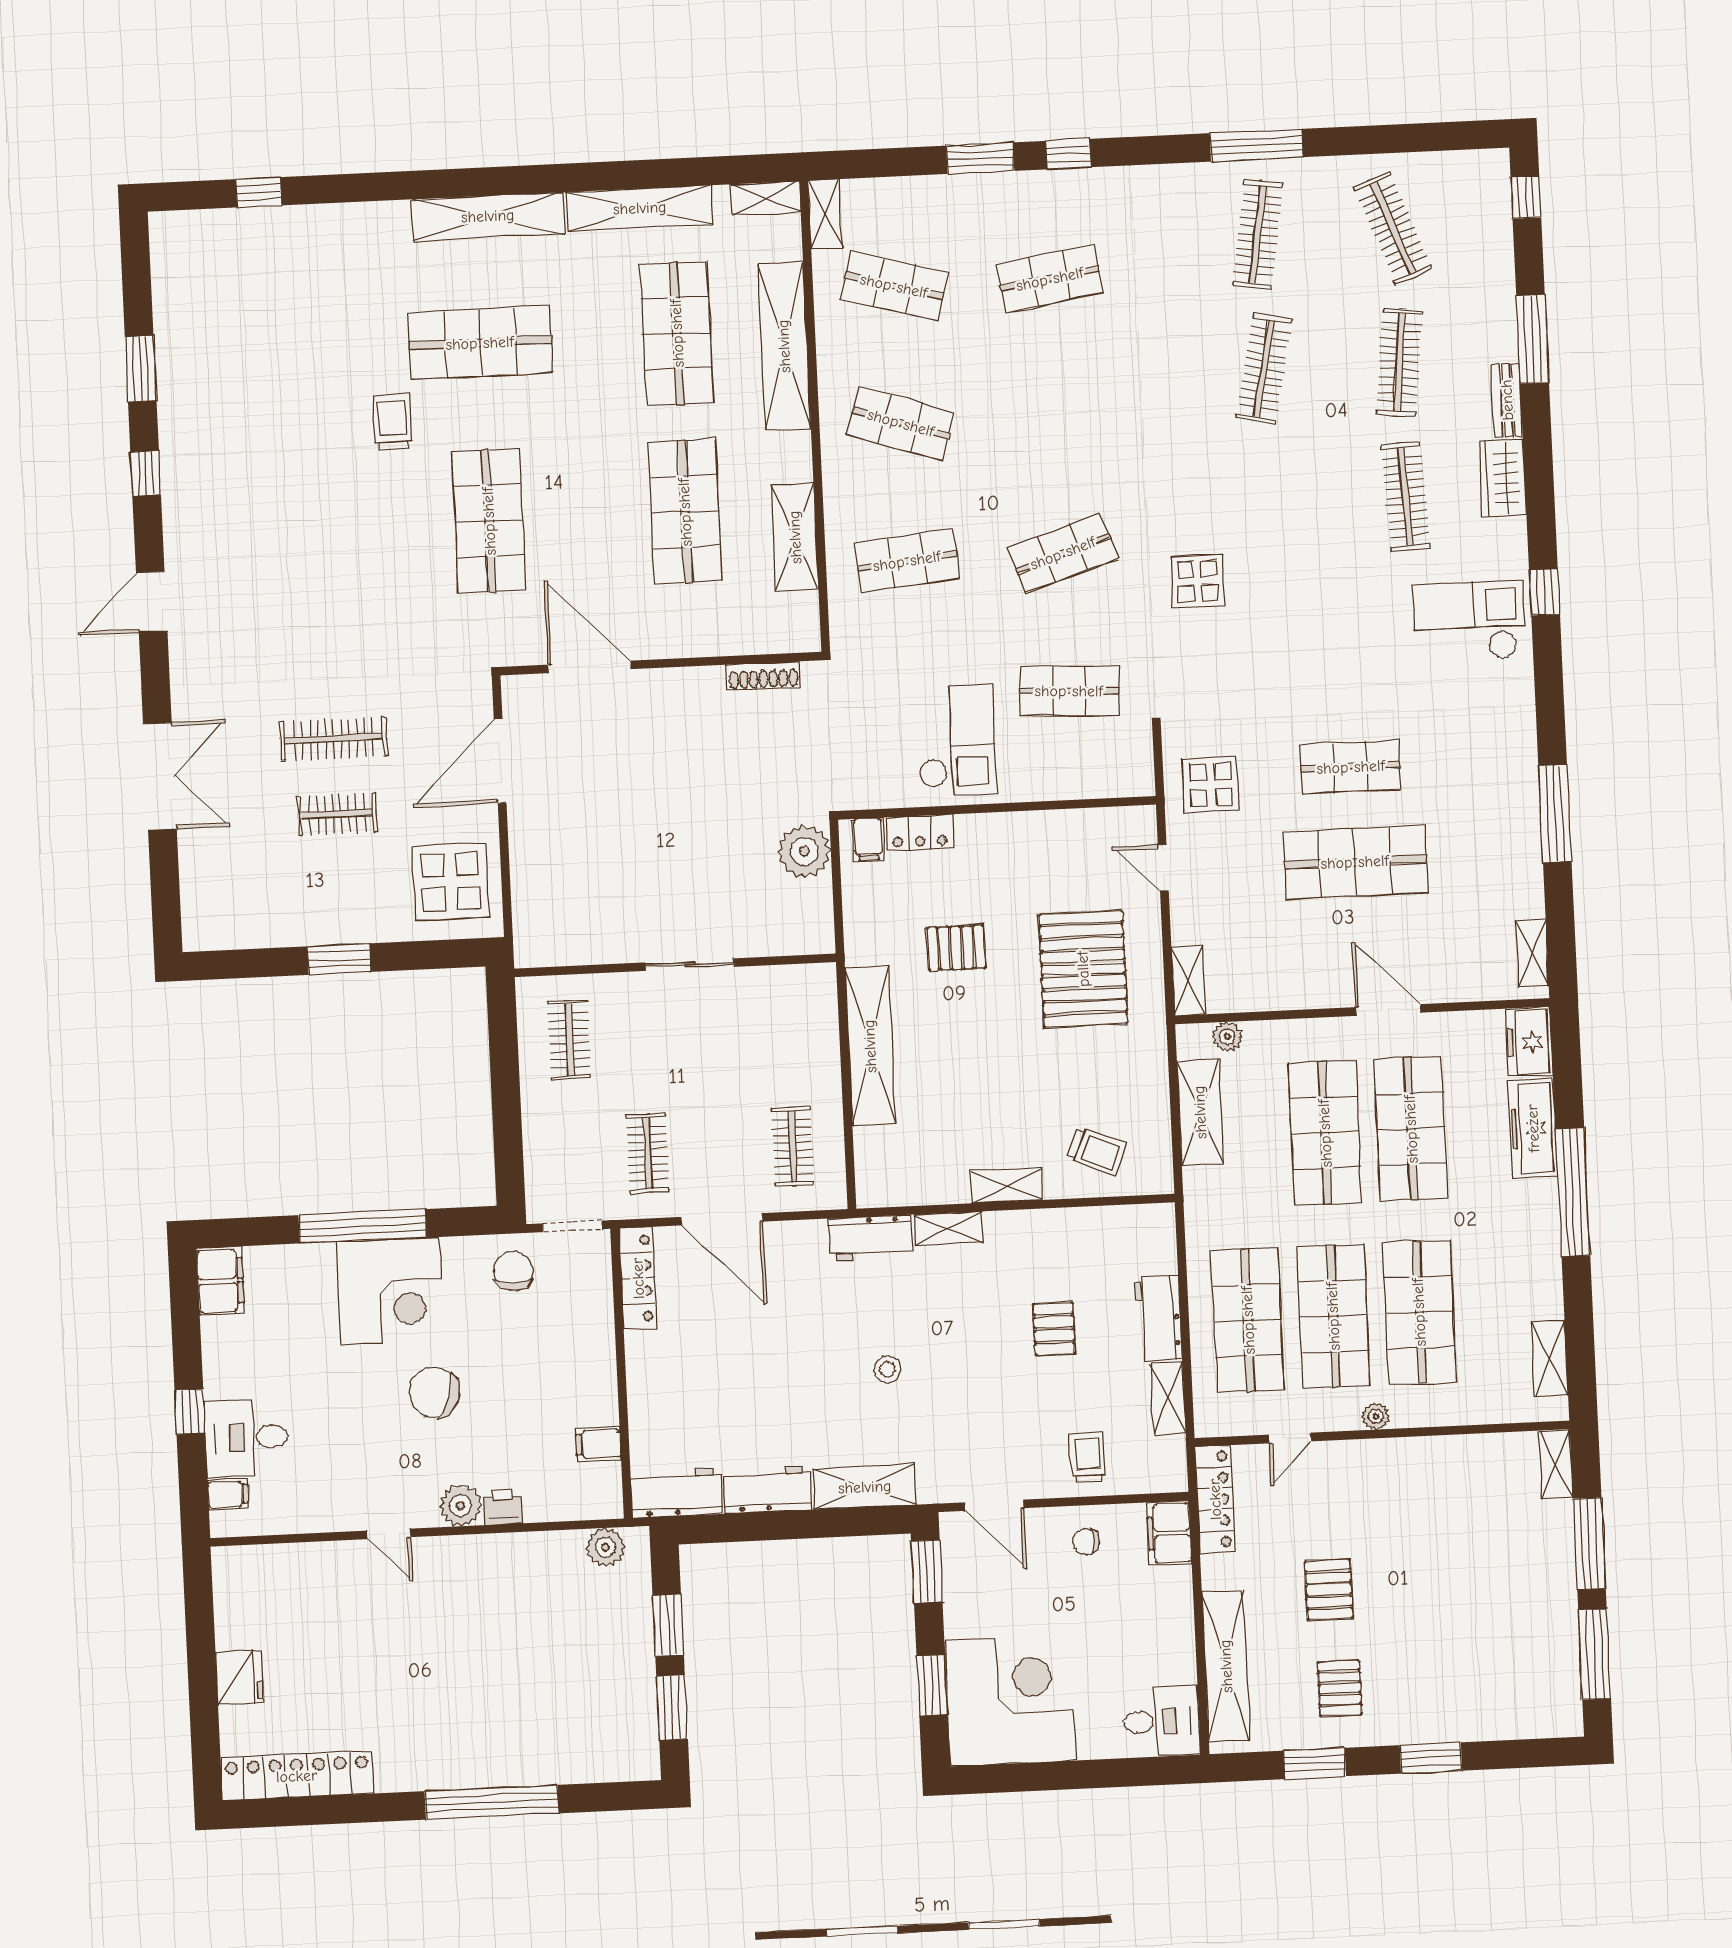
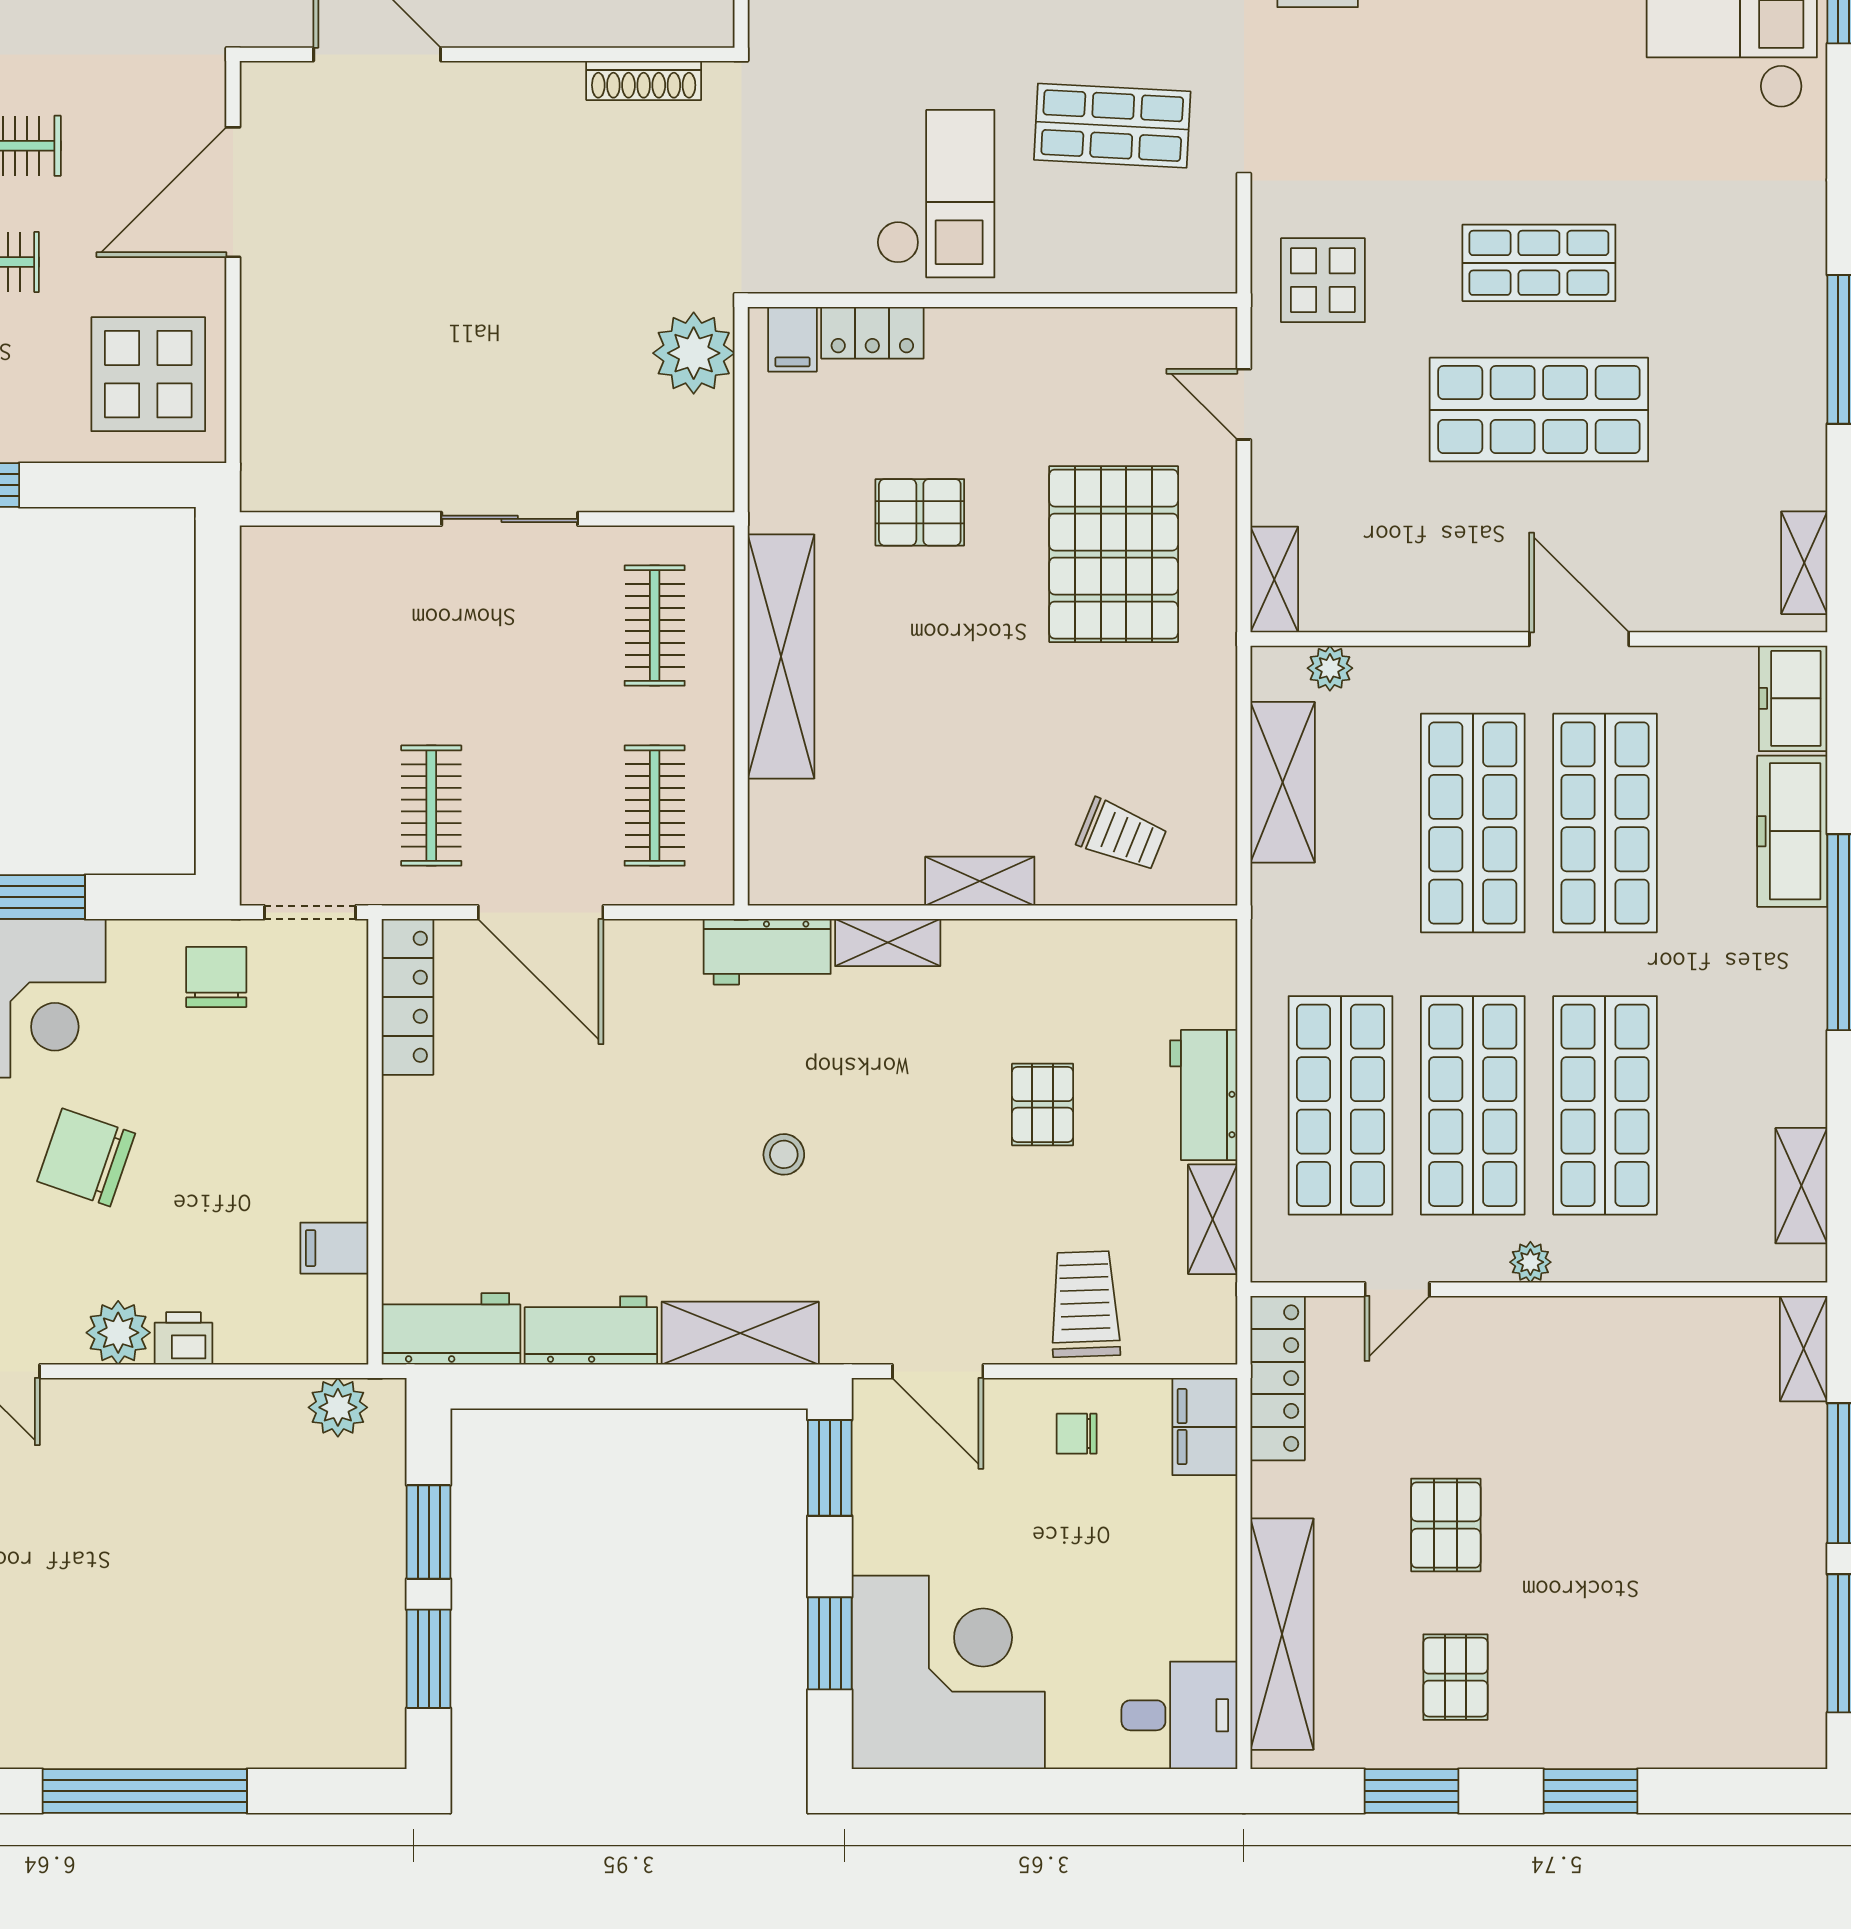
clothes rail: (570, 1040) -> (655, 626), moved
trolley: (1088, 1457) -> (1085, 1304), width x1.36, depth x1.39

